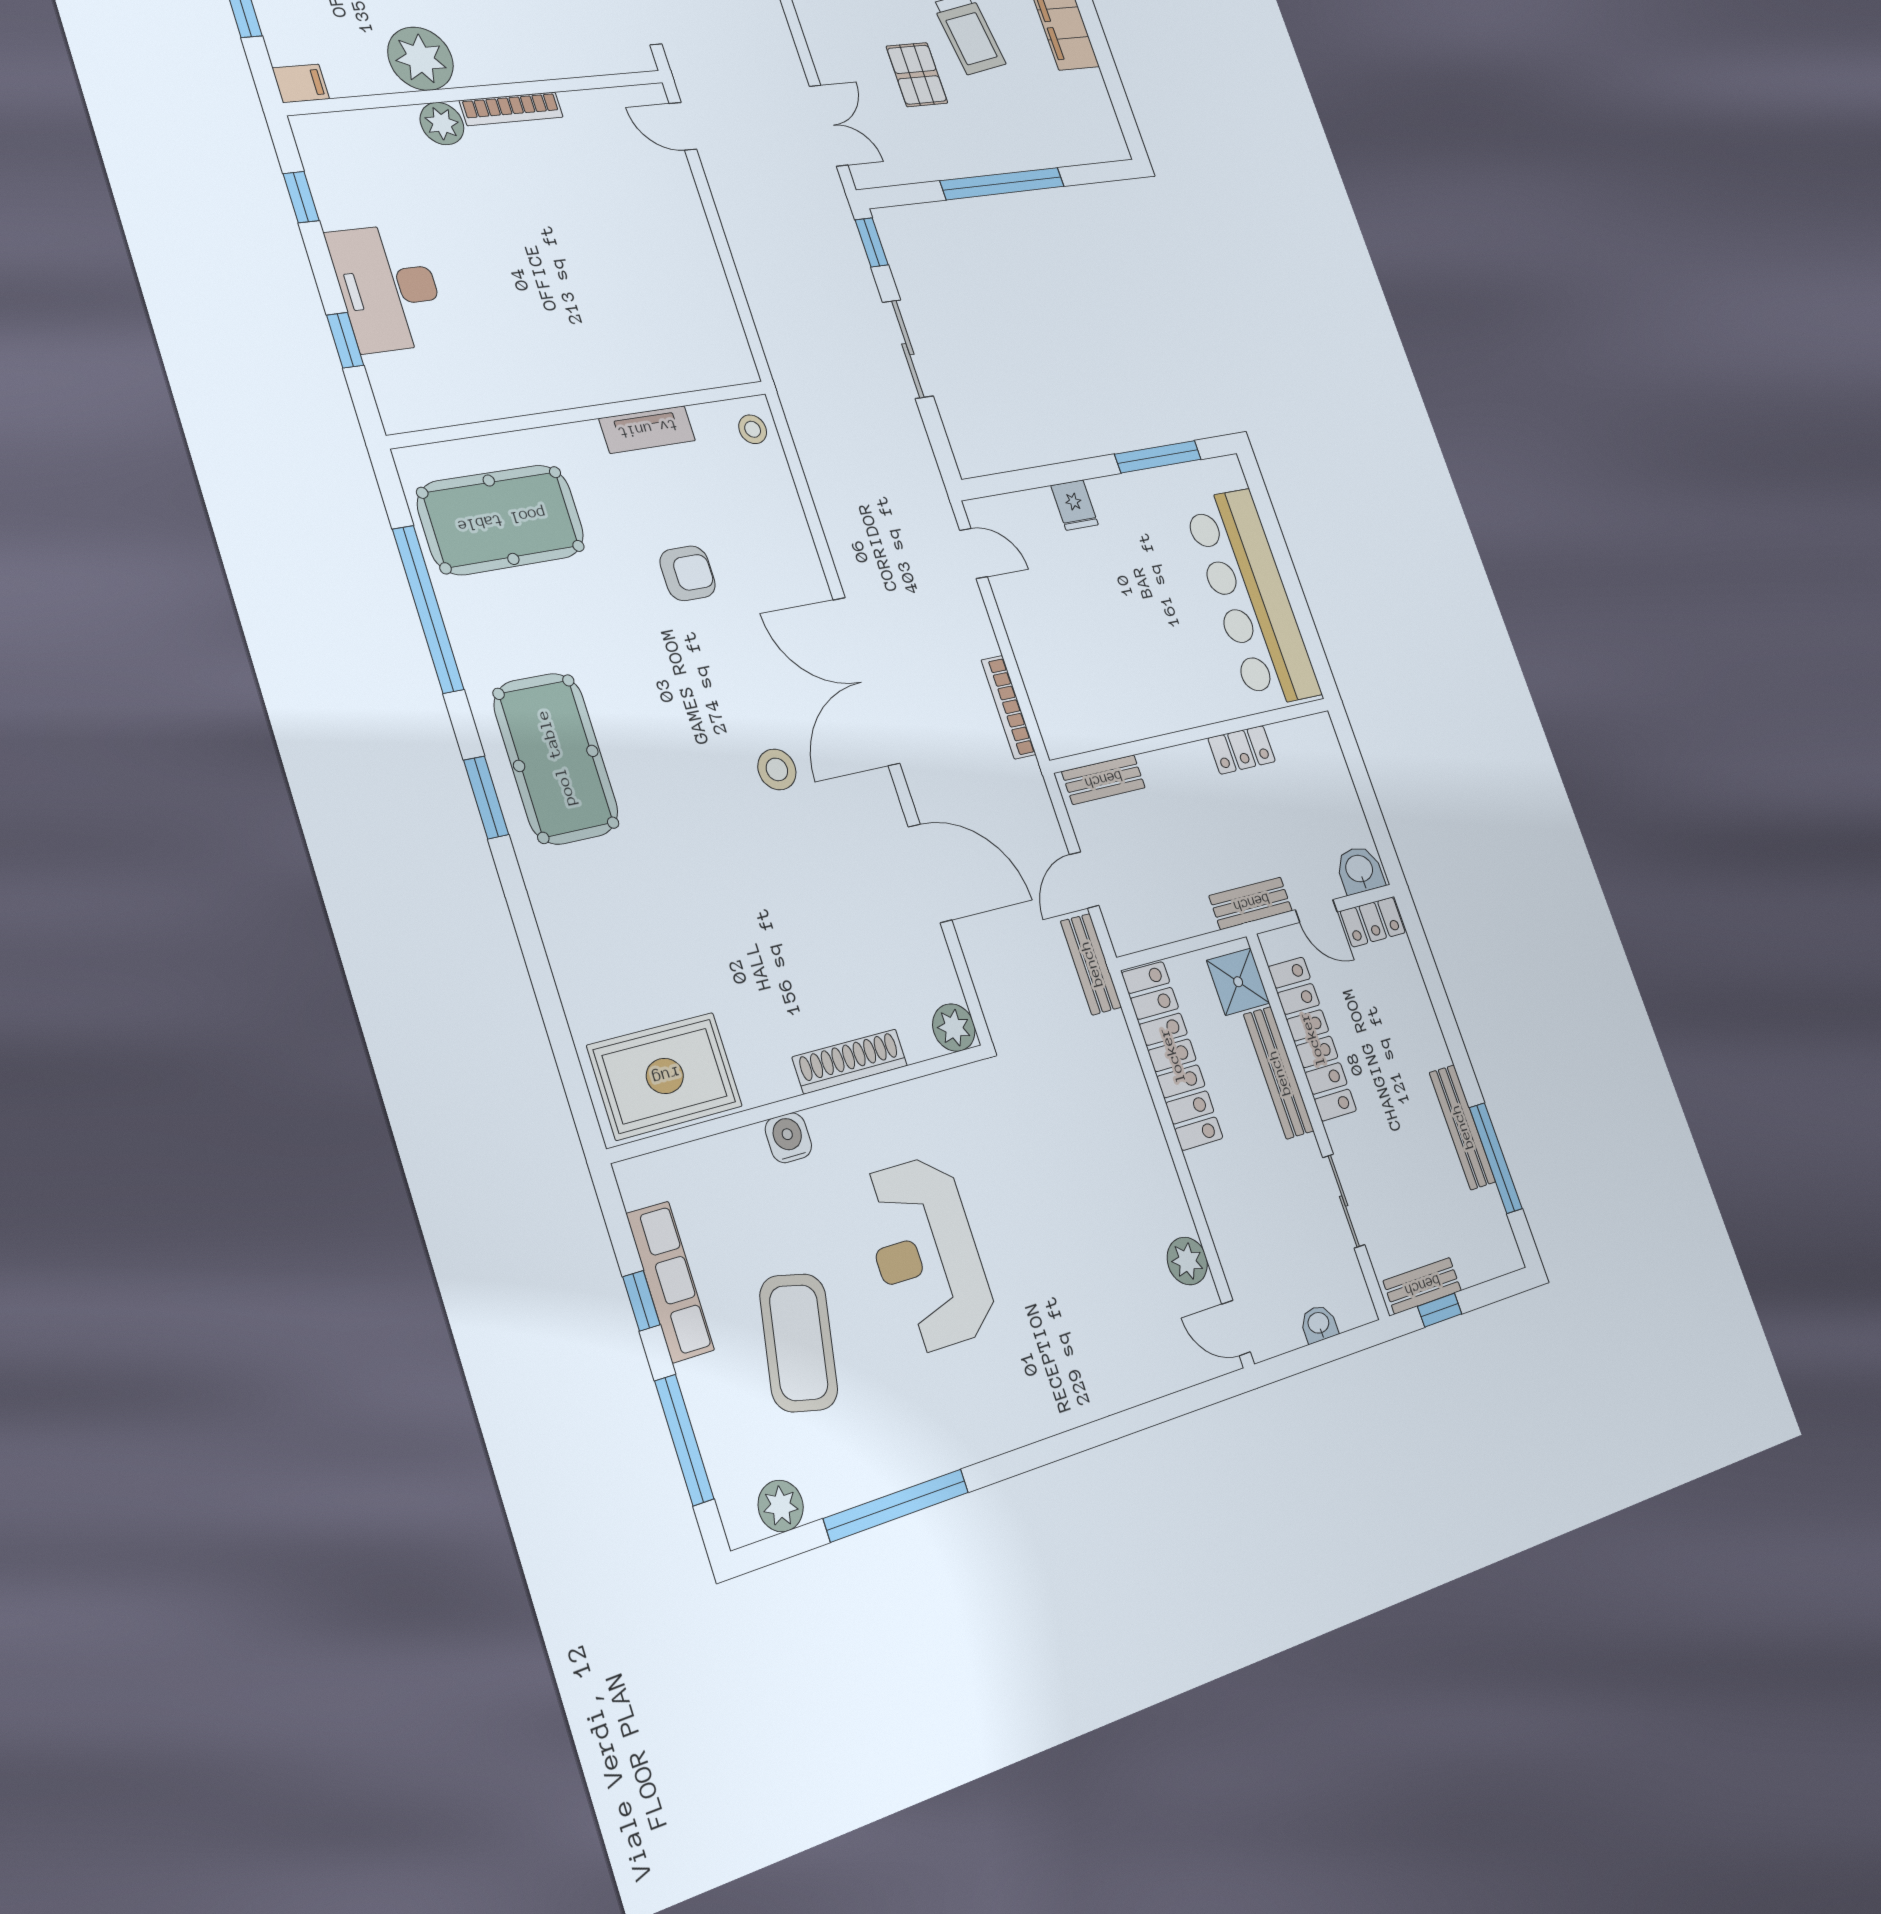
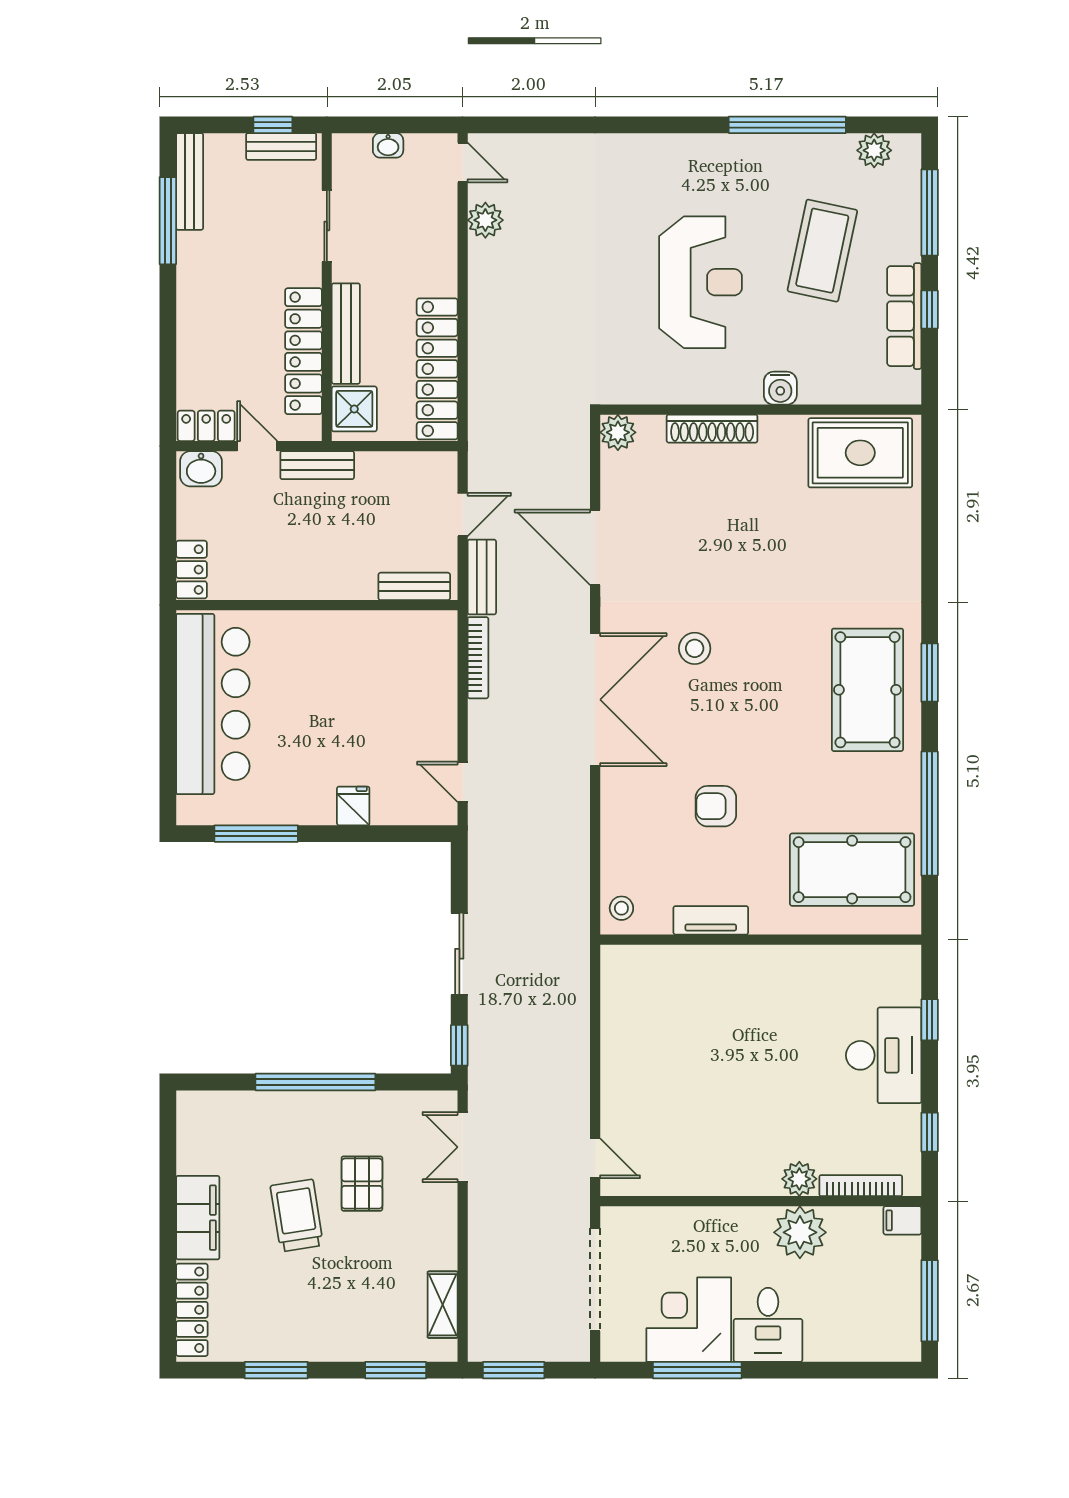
bookcase: (511, 109) -> (861, 1186), moved
locker: (1242, 750) -> (191, 570), moved, turned 90
bench: (1091, 964) -> (482, 577), moved
bench: (1462, 1127) -> (190, 181), moved

